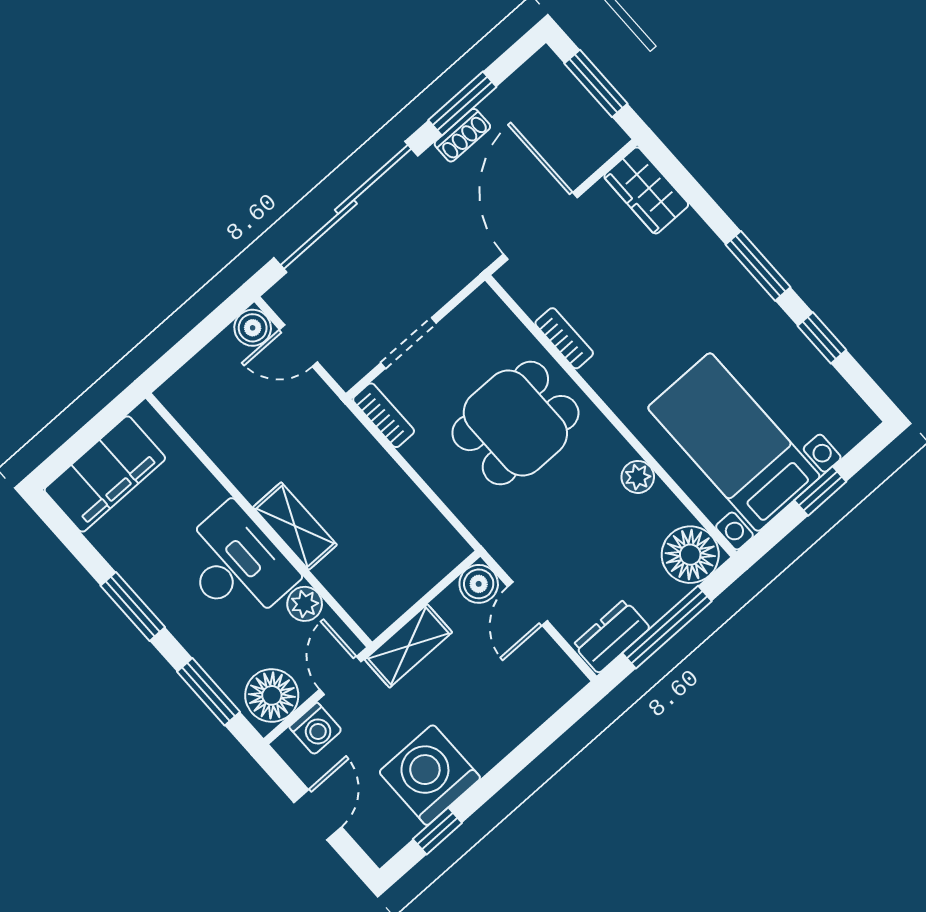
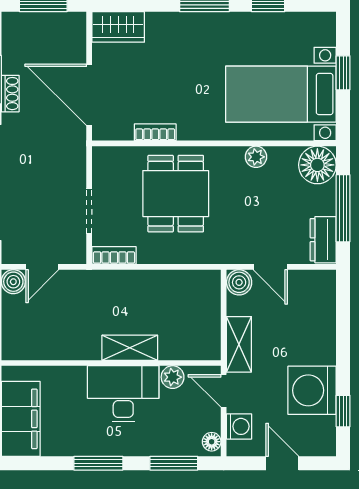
floor lamp: (272, 695) -> (212, 442), width x0.53, depth x0.53

